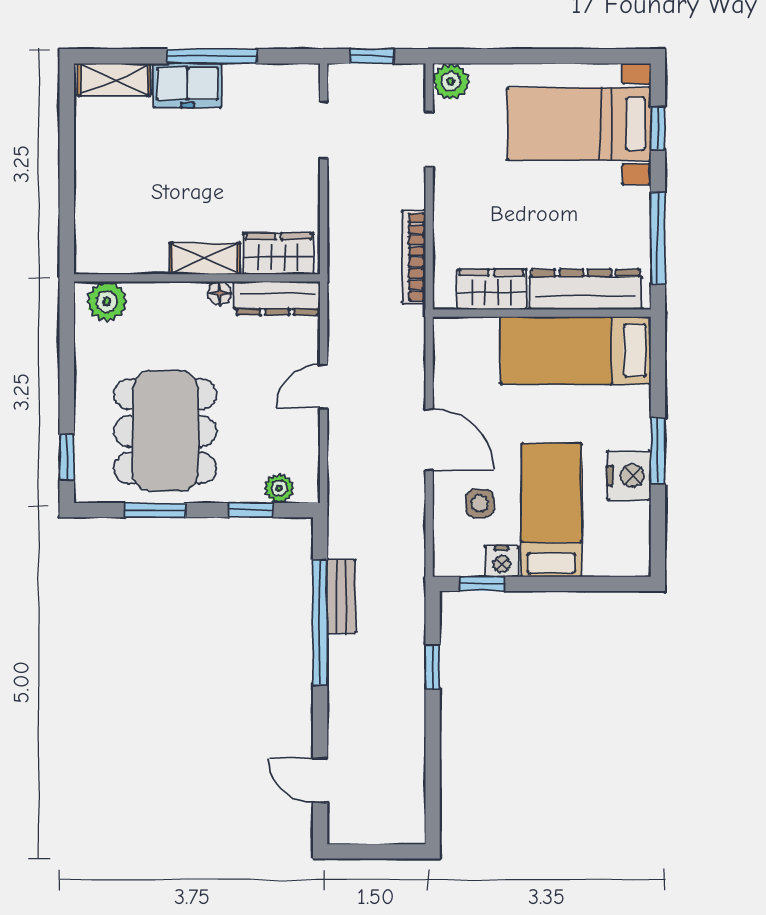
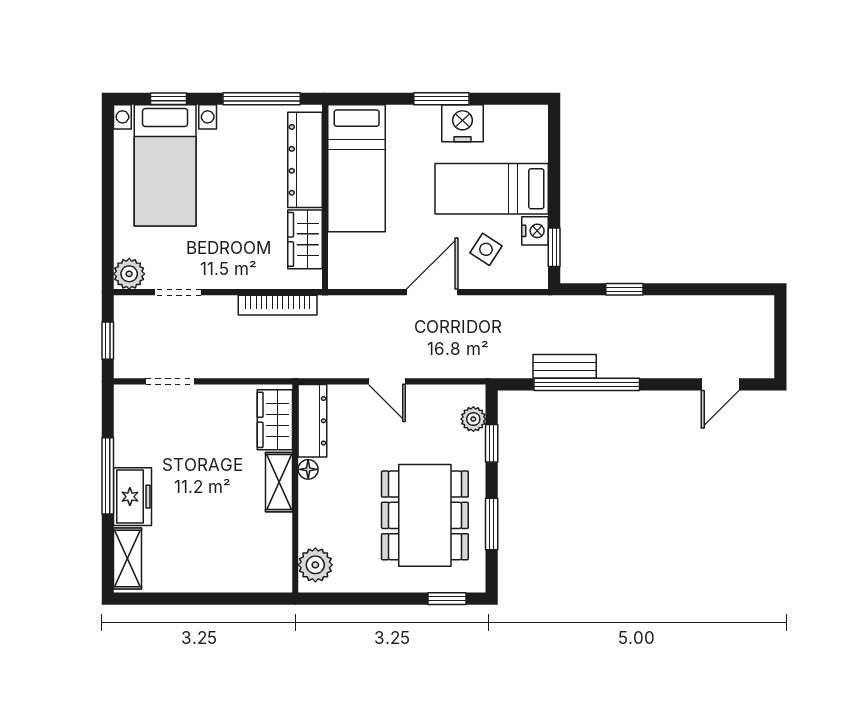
dining table: (165, 431) -> (425, 515), turned 90
side table: (480, 503) -> (486, 249), turned 33

